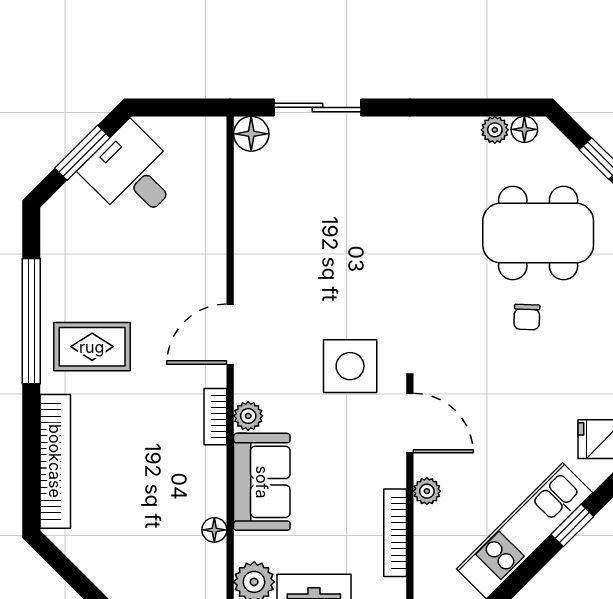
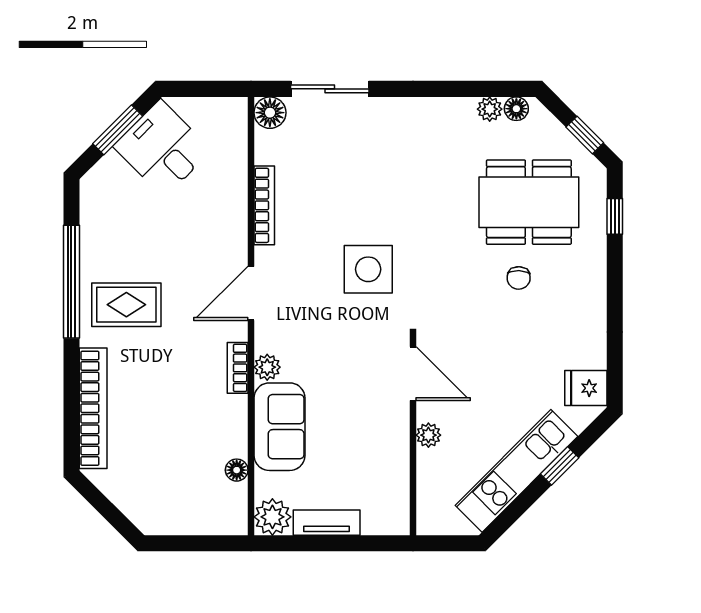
side table: (350, 366) -> (368, 269), moved
bookcase: (395, 533) -> (264, 205), moved, turned 180

